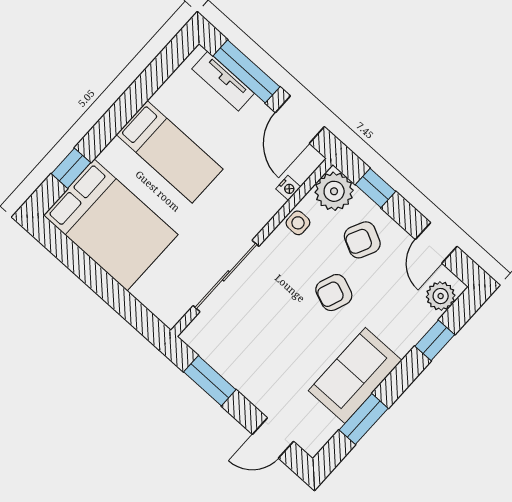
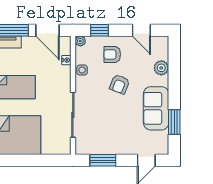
plant: (334, 191) -> (80, 41), width x0.53, depth x0.53
armchair: (362, 240) -> (112, 54), turned 64
plant: (441, 296) -> (161, 68), moved
window: (435, 340) -> (174, 68), removed

